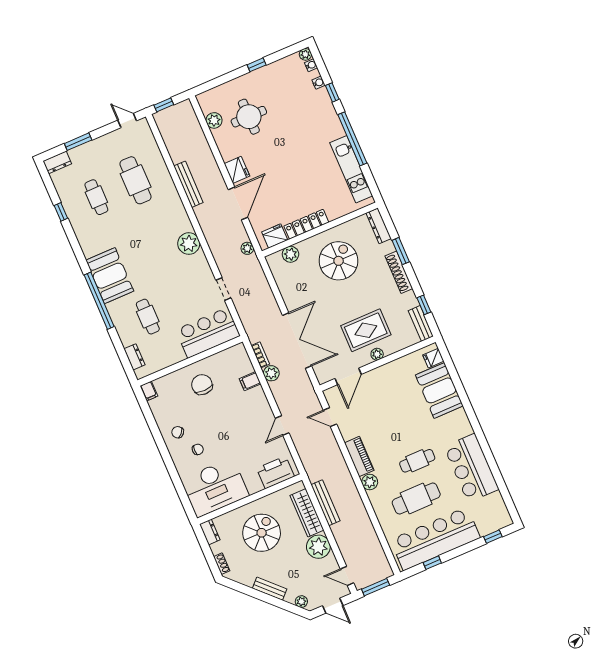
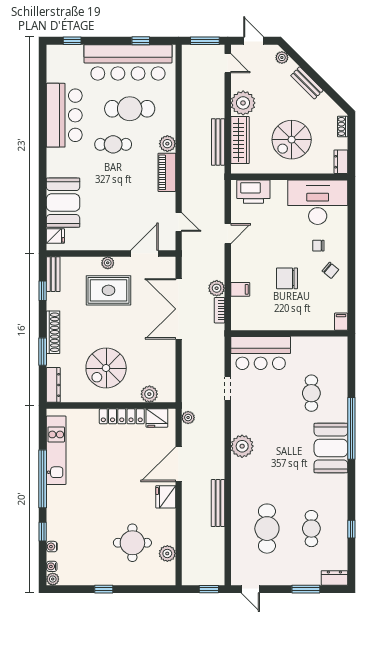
dresser: (134, 357) -> (341, 360), removed
chair: (202, 385) -> (287, 278), moved, turned 90

